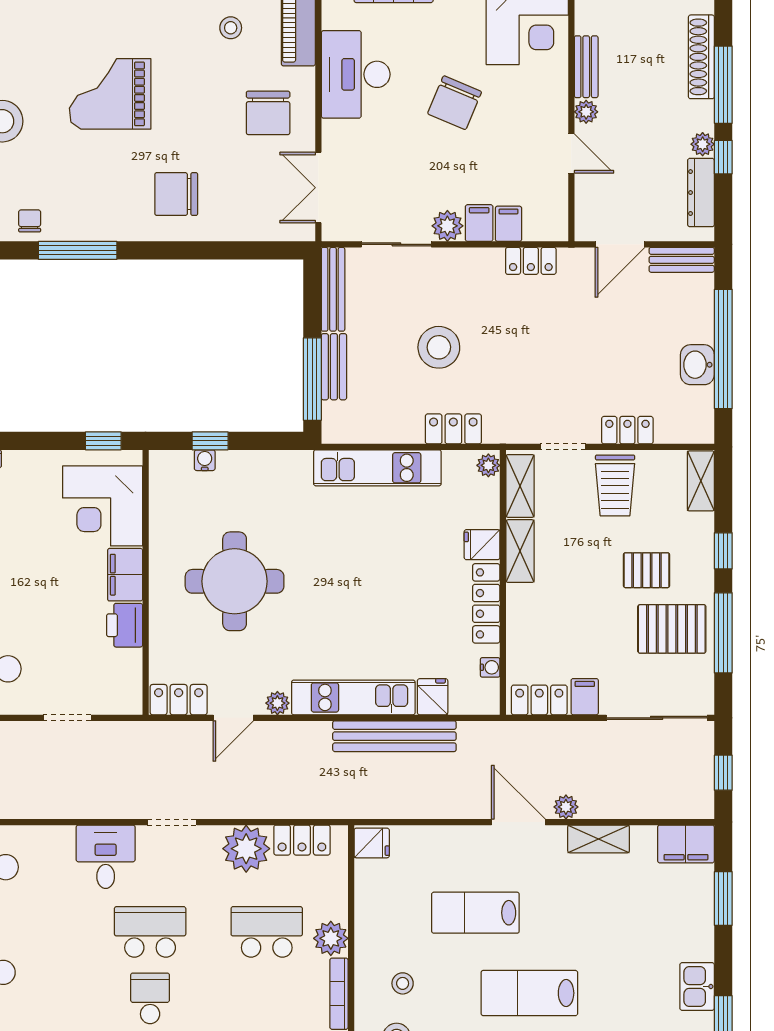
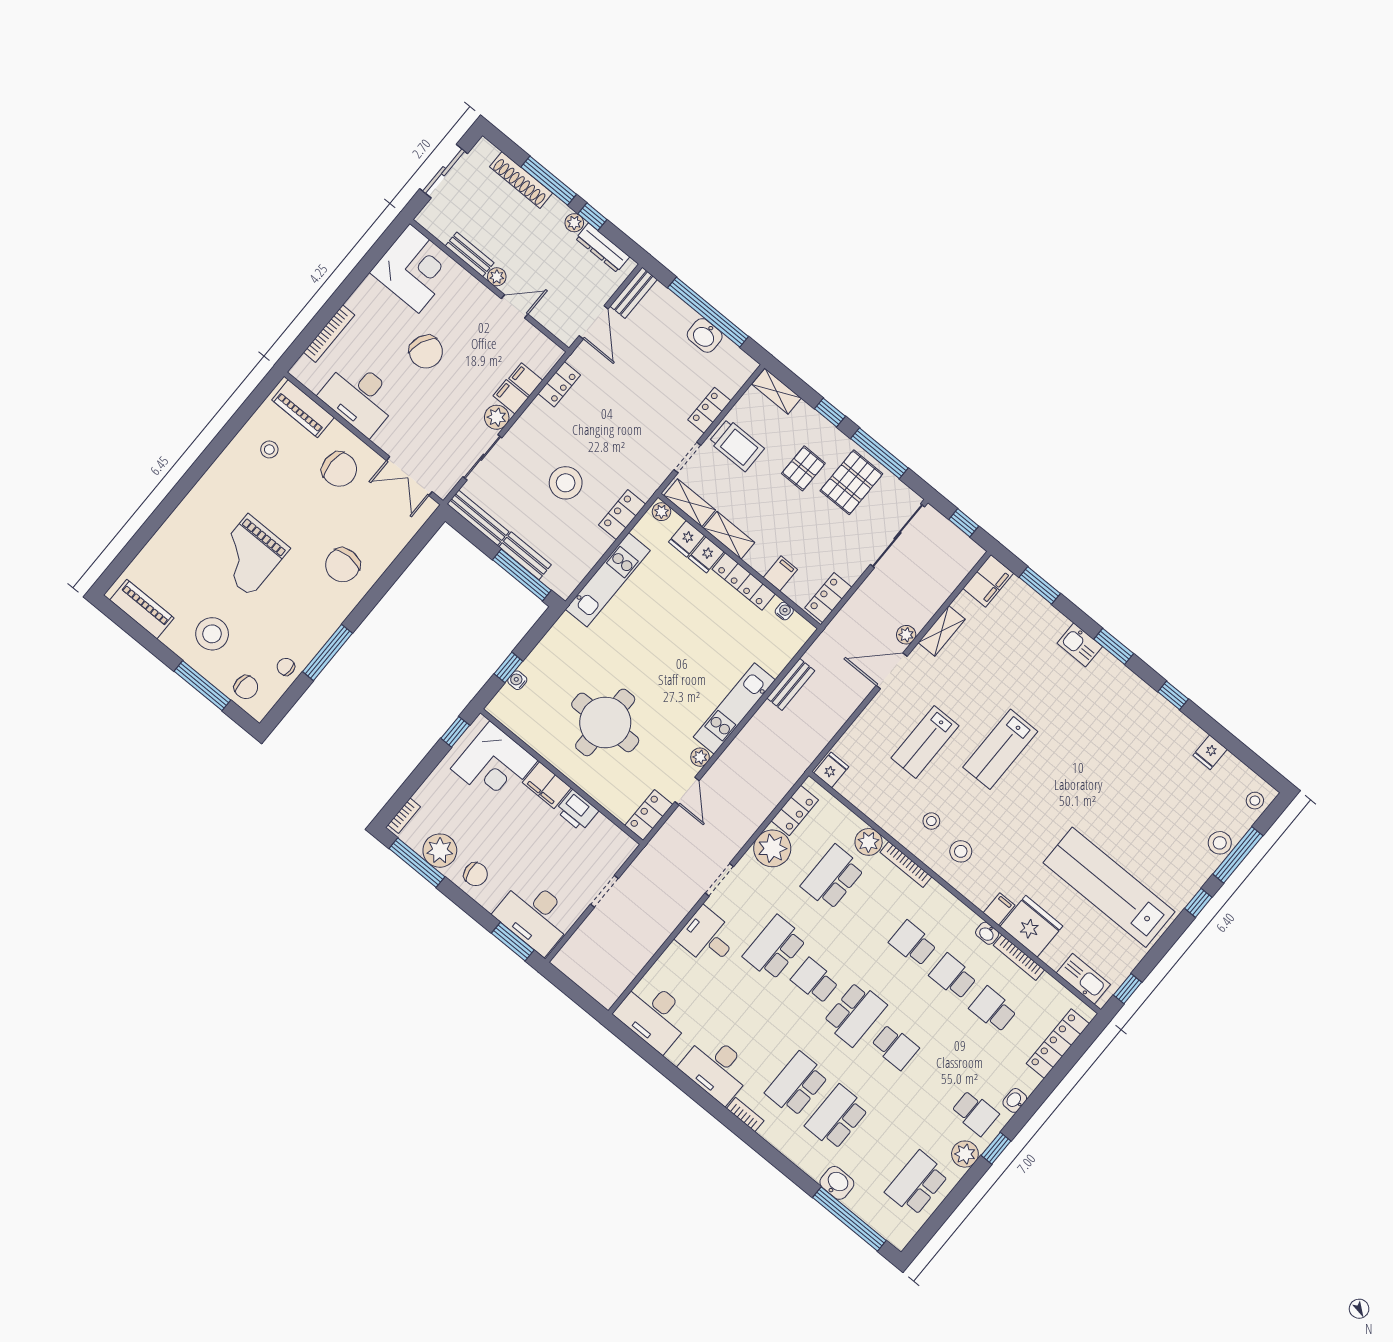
fridge: (433, 697) -> (686, 539), moved, turned -90
filing cabinet: (585, 697) -> (780, 573), moved, turned 90
bench: (394, 736) -> (791, 684), width x0.54, depth x0.82

